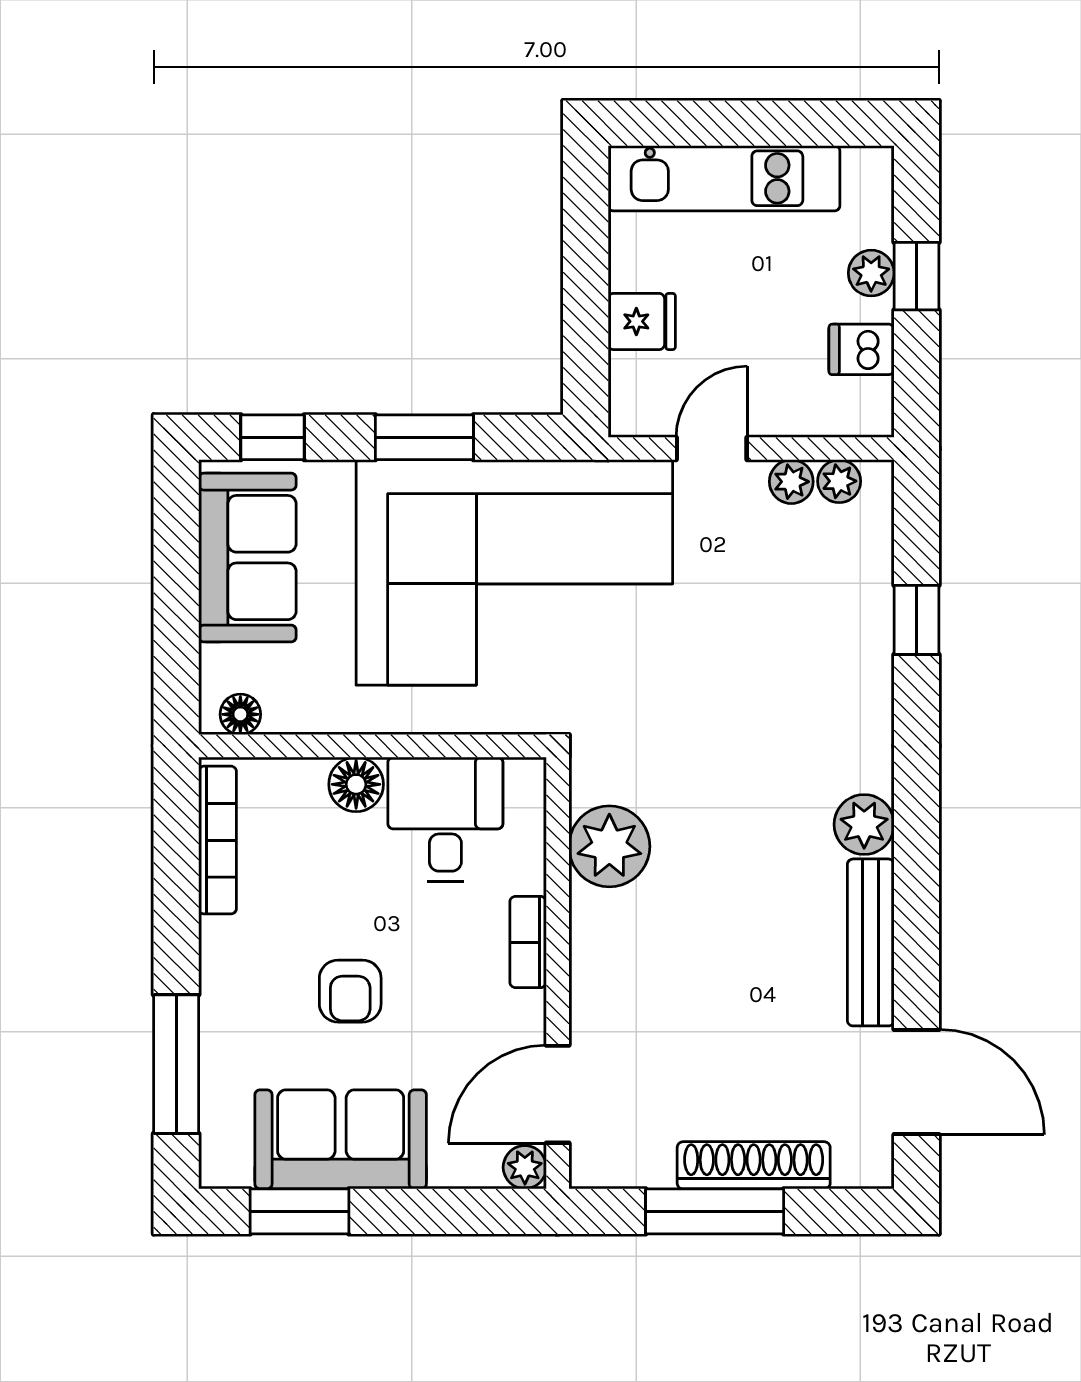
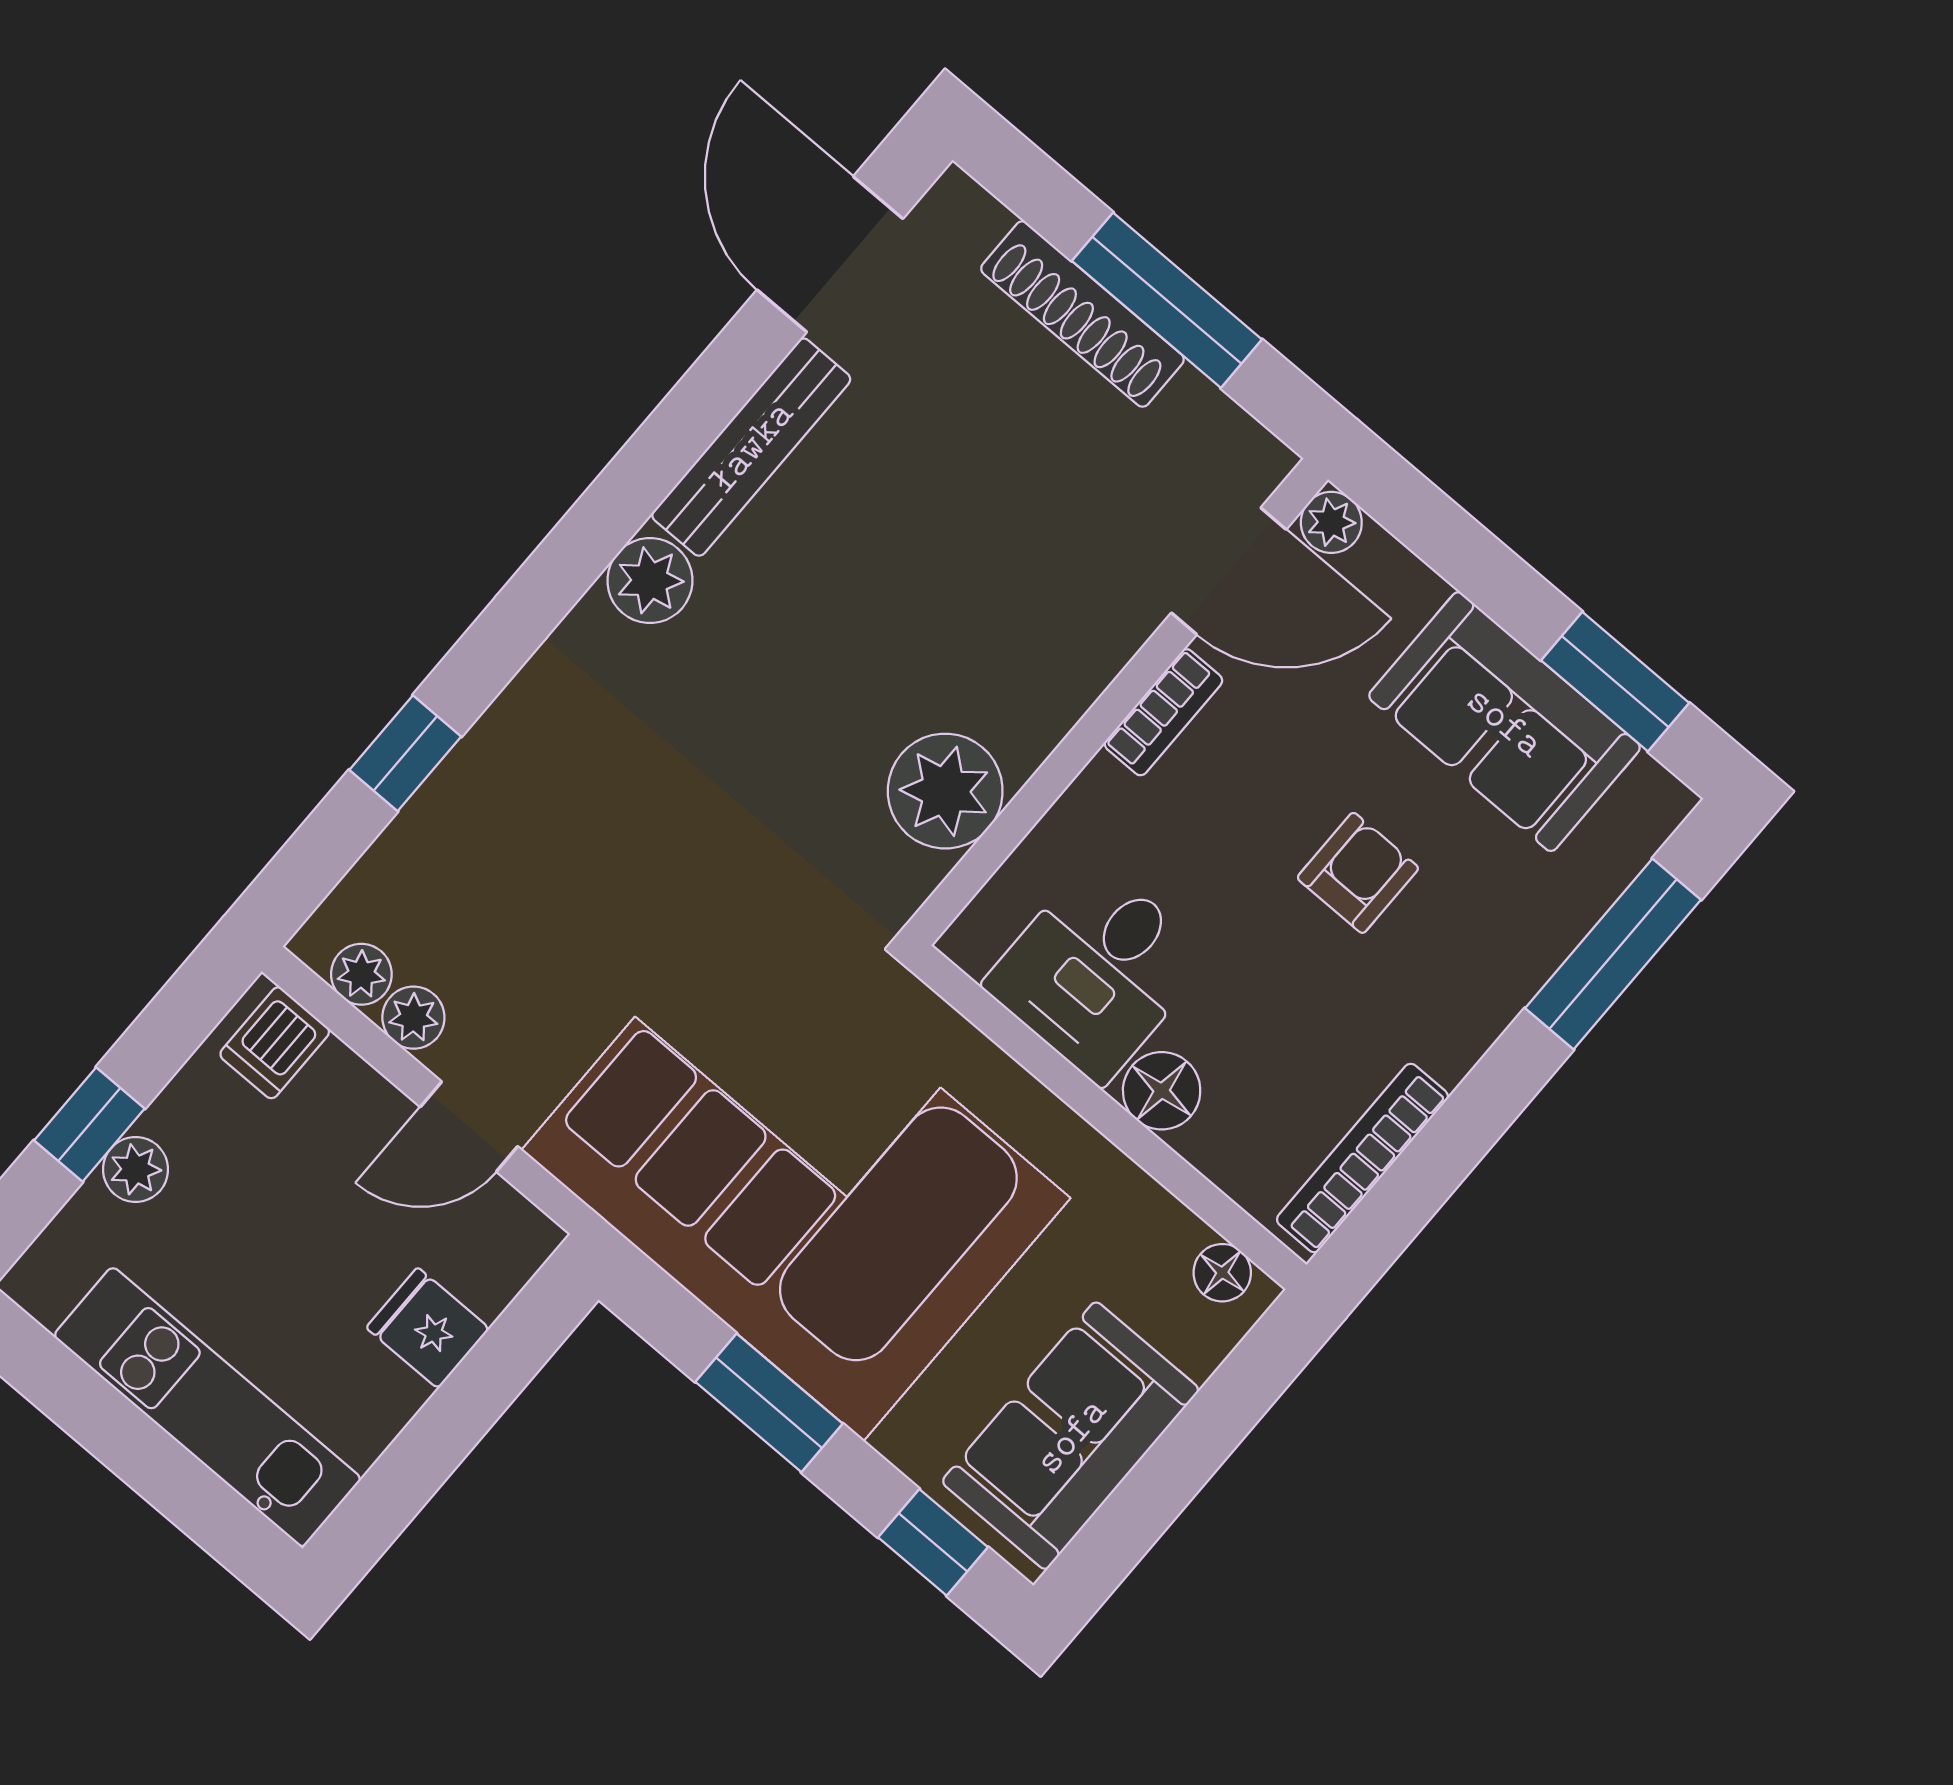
dishwasher: (862, 349) -> (275, 1043), moved, turned 90
bookcase: (528, 942) -> (1163, 712), moved

